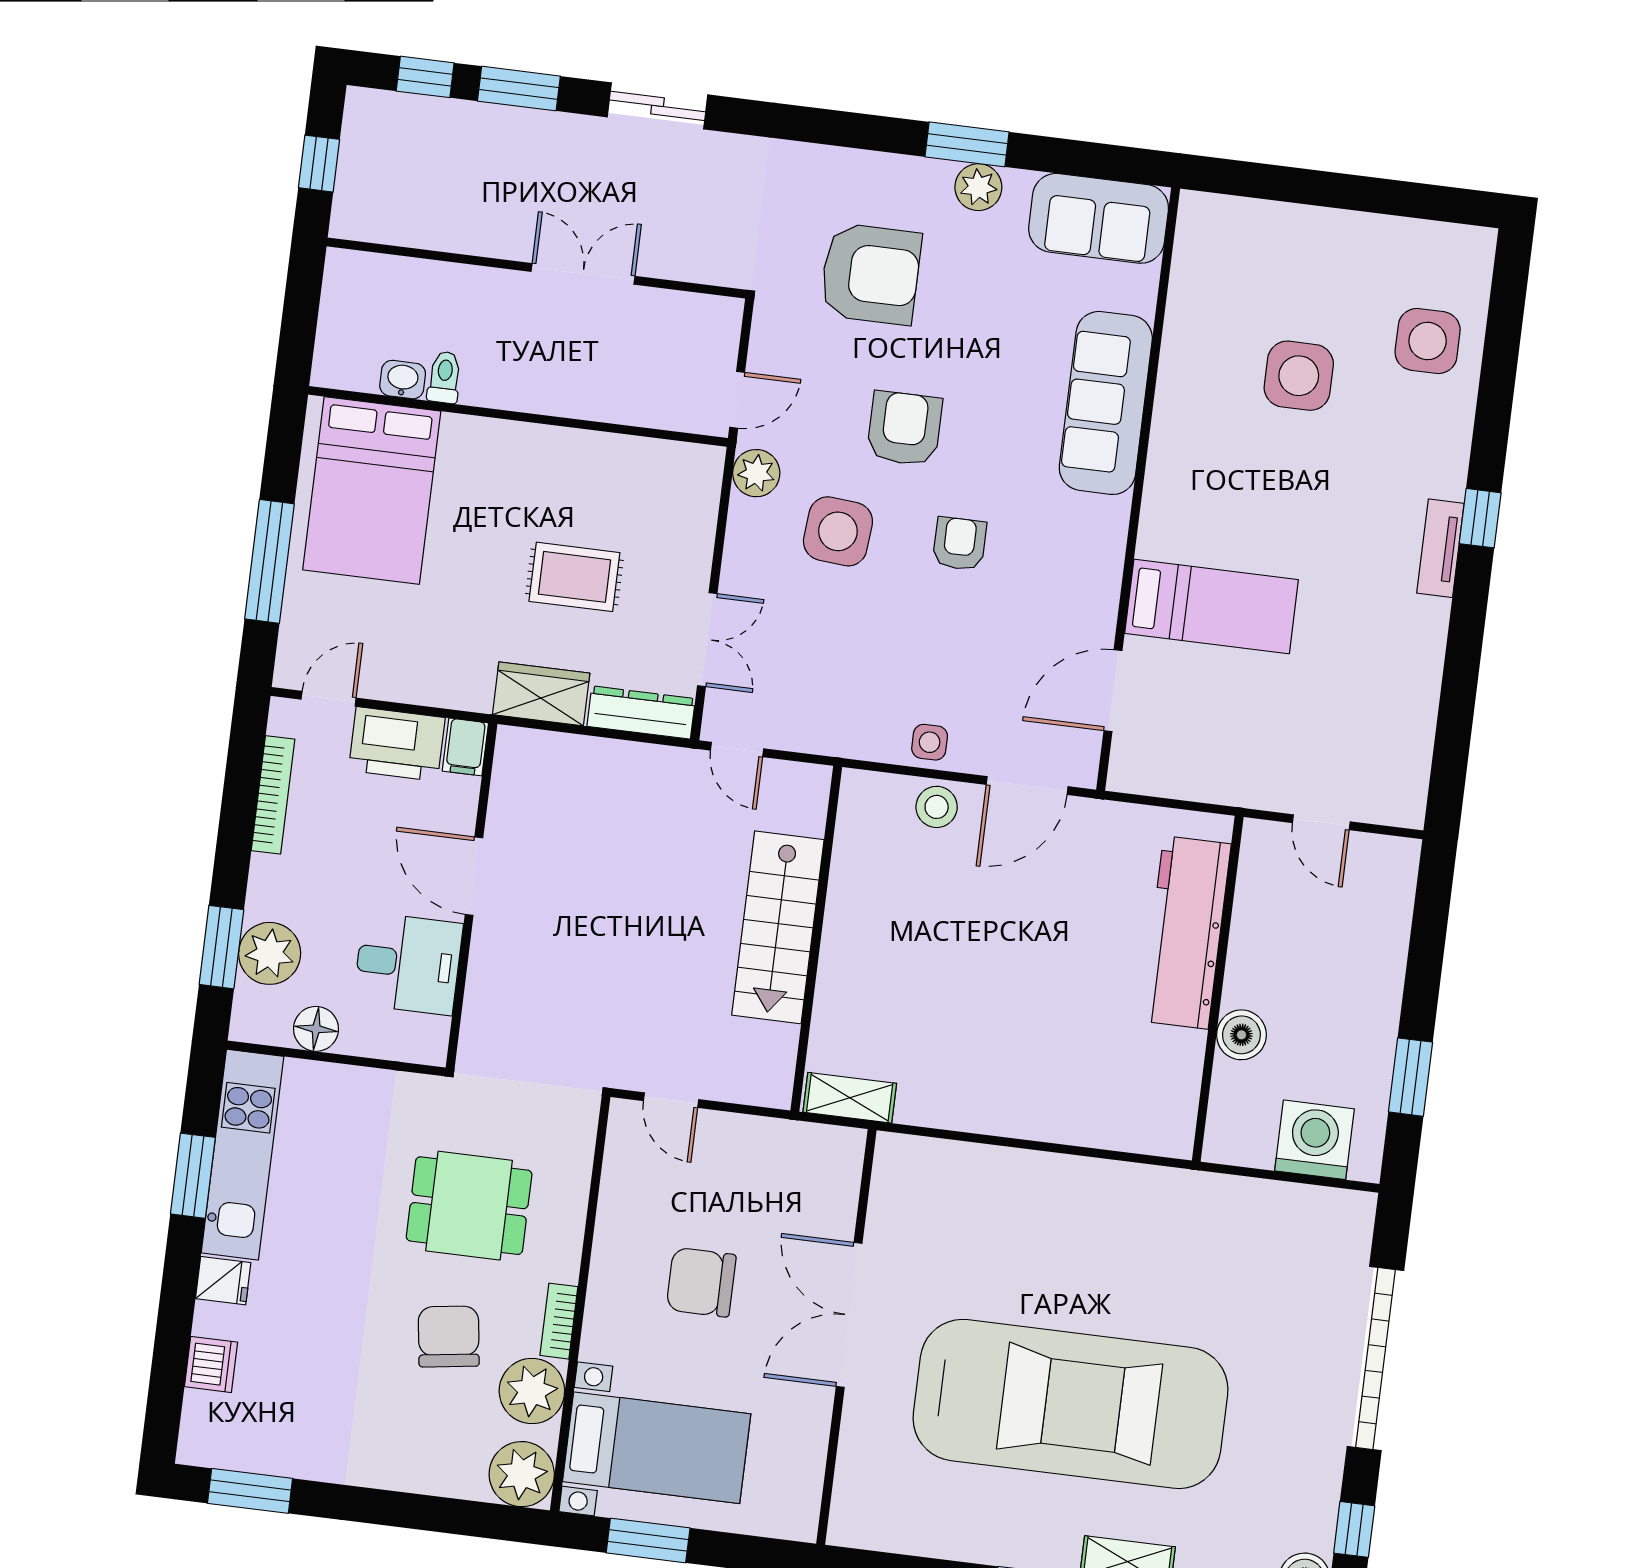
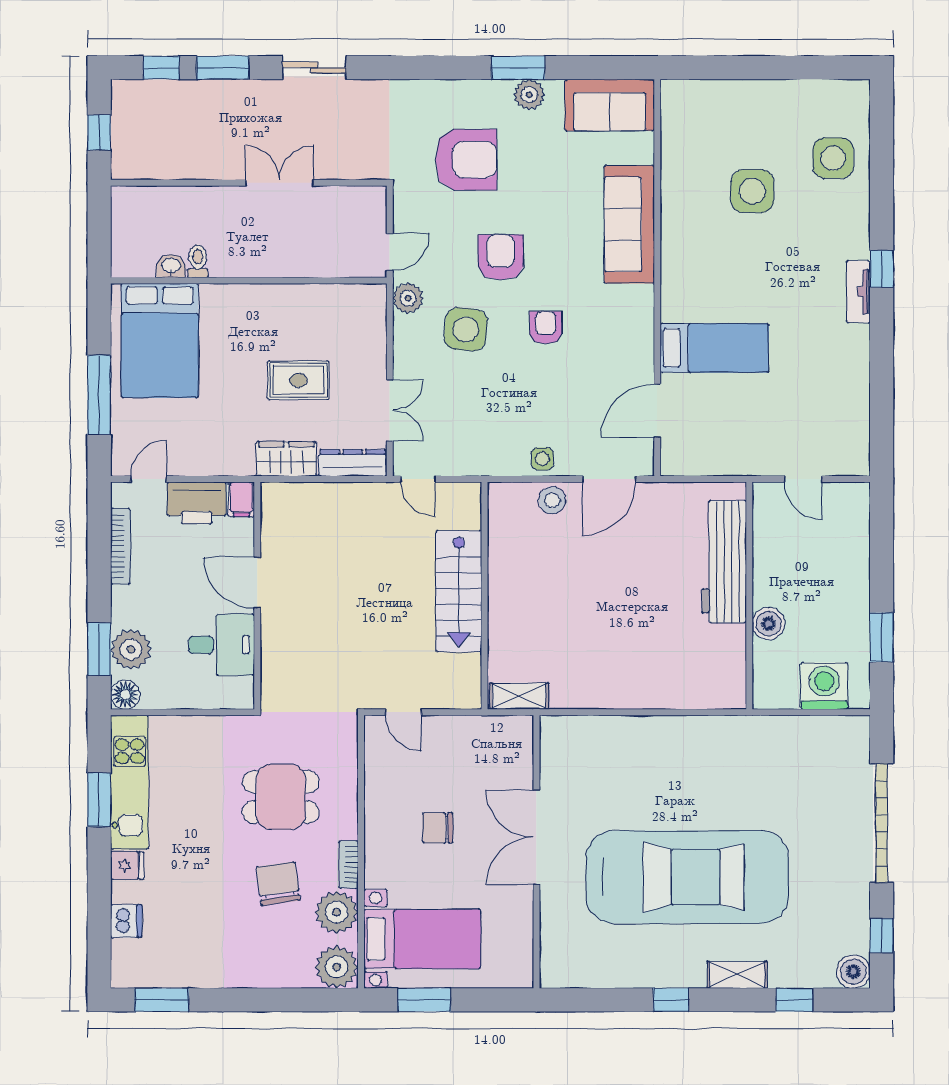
floor lamp: (316, 1029) -> (125, 695), moved
chair: (701, 1282) -> (438, 828), width x0.73, depth x0.73

